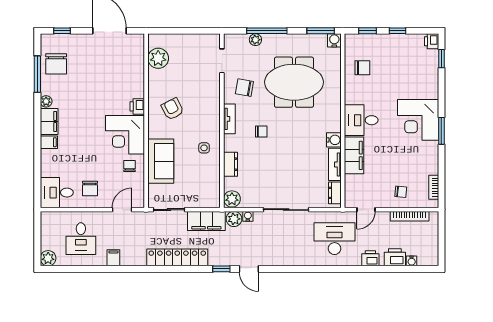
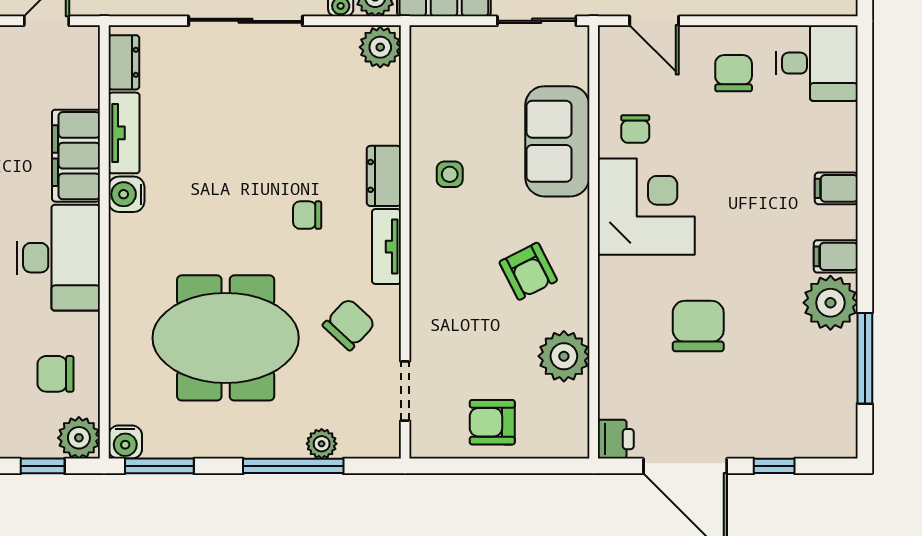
window: (62, 31) -> (774, 466), moved
plant: (353, 42) -> (79, 438), added
armchair: (187, 48) -> (492, 422), added
plant: (158, 58) -> (564, 356), moved
chair: (56, 64) -> (698, 326), moved
chair: (244, 88) -> (349, 324), turned -57
plant: (46, 101) -> (830, 303), width x1.87, depth x1.87
printer: (137, 106) -> (616, 439), moved
desk: (361, 120) -> (58, 258), width x1.37
filing cabinet: (49, 121) -> (836, 256), width x0.50
dresser: (230, 164) -> (384, 176), moved
door: (122, 210) -> (654, 21), hinge flipped

